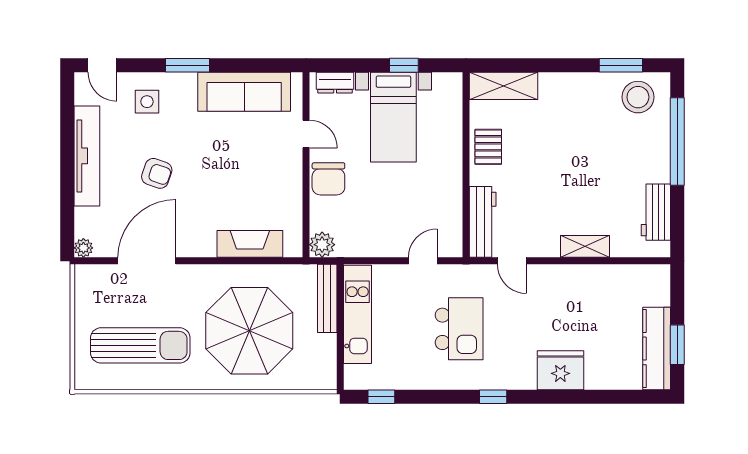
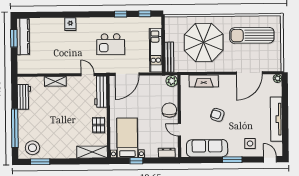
bed with nightstands: (393, 117) -> (127, 138), moved
armchair: (157, 173) -> (217, 115), moved
door: (423, 261) -> (127, 74), width x1.87
kitchen island: (459, 329) -> (111, 44), turned -90
fridge: (560, 370) -> (70, 24), width x0.53, depth x0.75
window: (493, 397) -> (121, 14), moved

